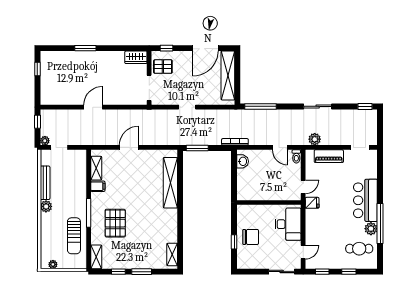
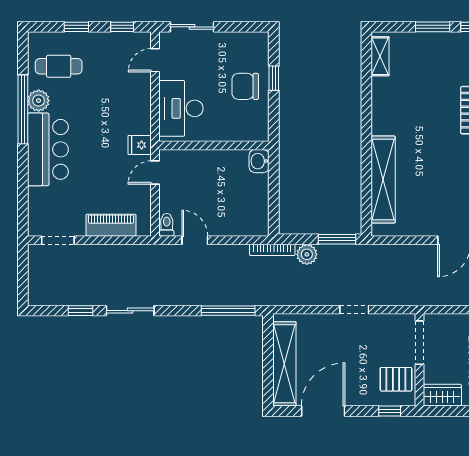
window: (365, 106) -> (80, 311), moved
plant: (315, 139) -> (307, 254), moved
washbasin: (243, 161) -> (259, 161), moved

